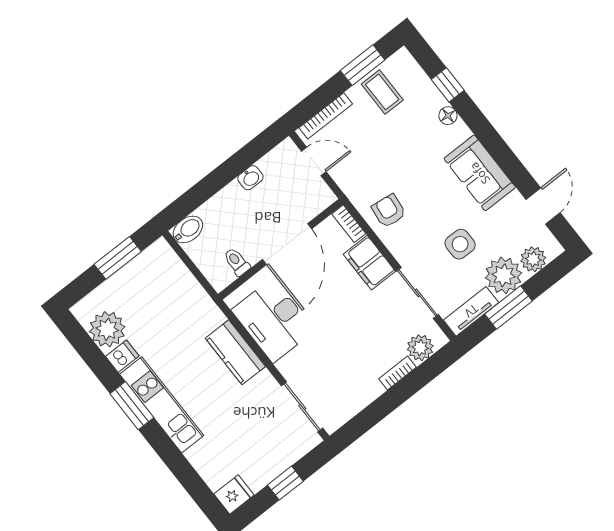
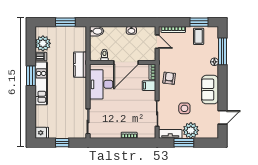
window: (448, 85) -> (223, 51), width x2.17
plant: (533, 259) -> (205, 133), removed
filing cabinet: (369, 263) -> (149, 86), width x0.50
plant: (420, 348) -> (144, 133), removed
kitchen counter: (235, 352) -> (80, 65), moved

